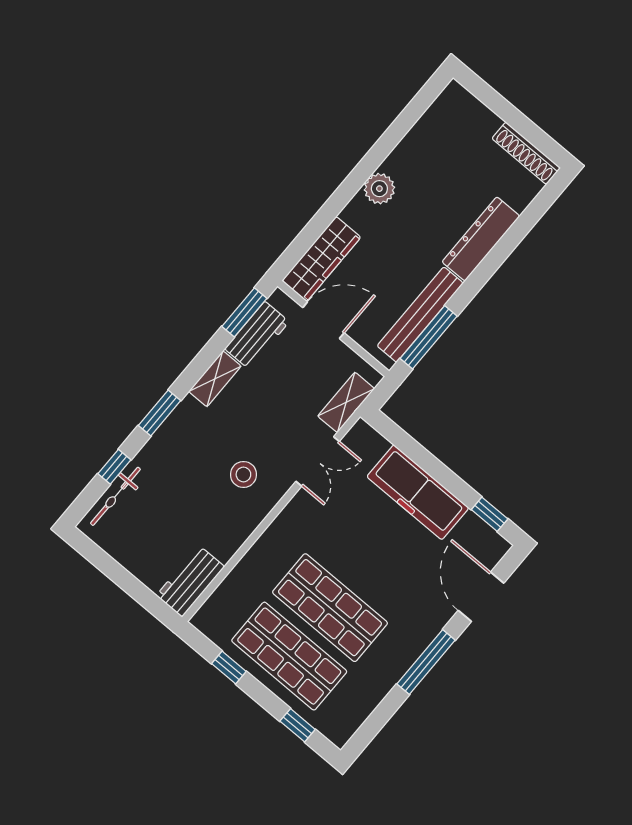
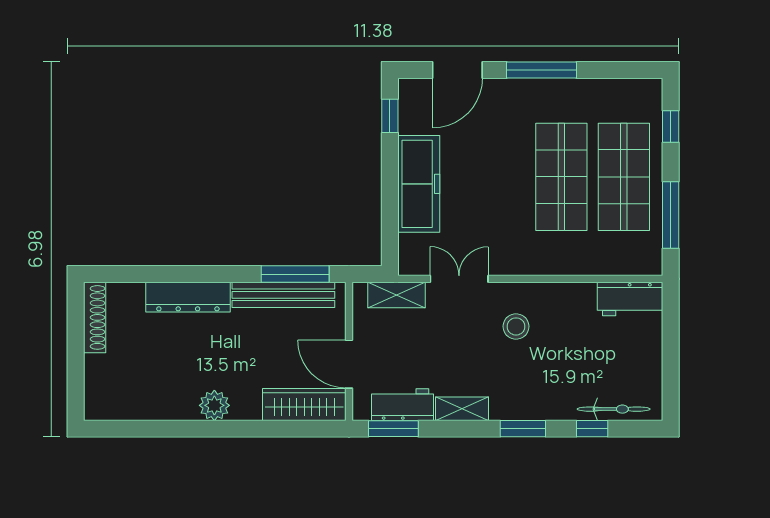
window: (229, 668) -> (671, 215), width x2.17

